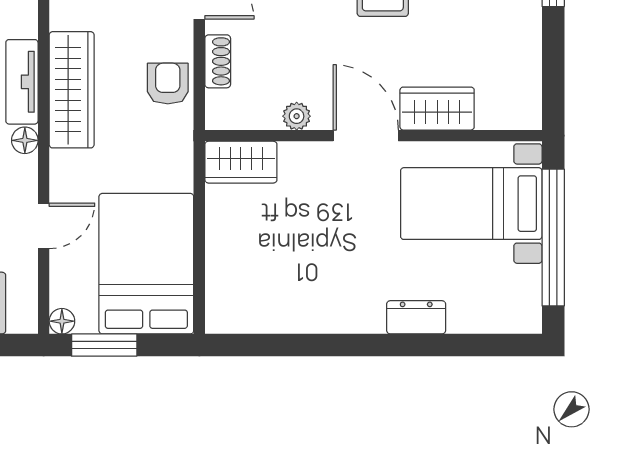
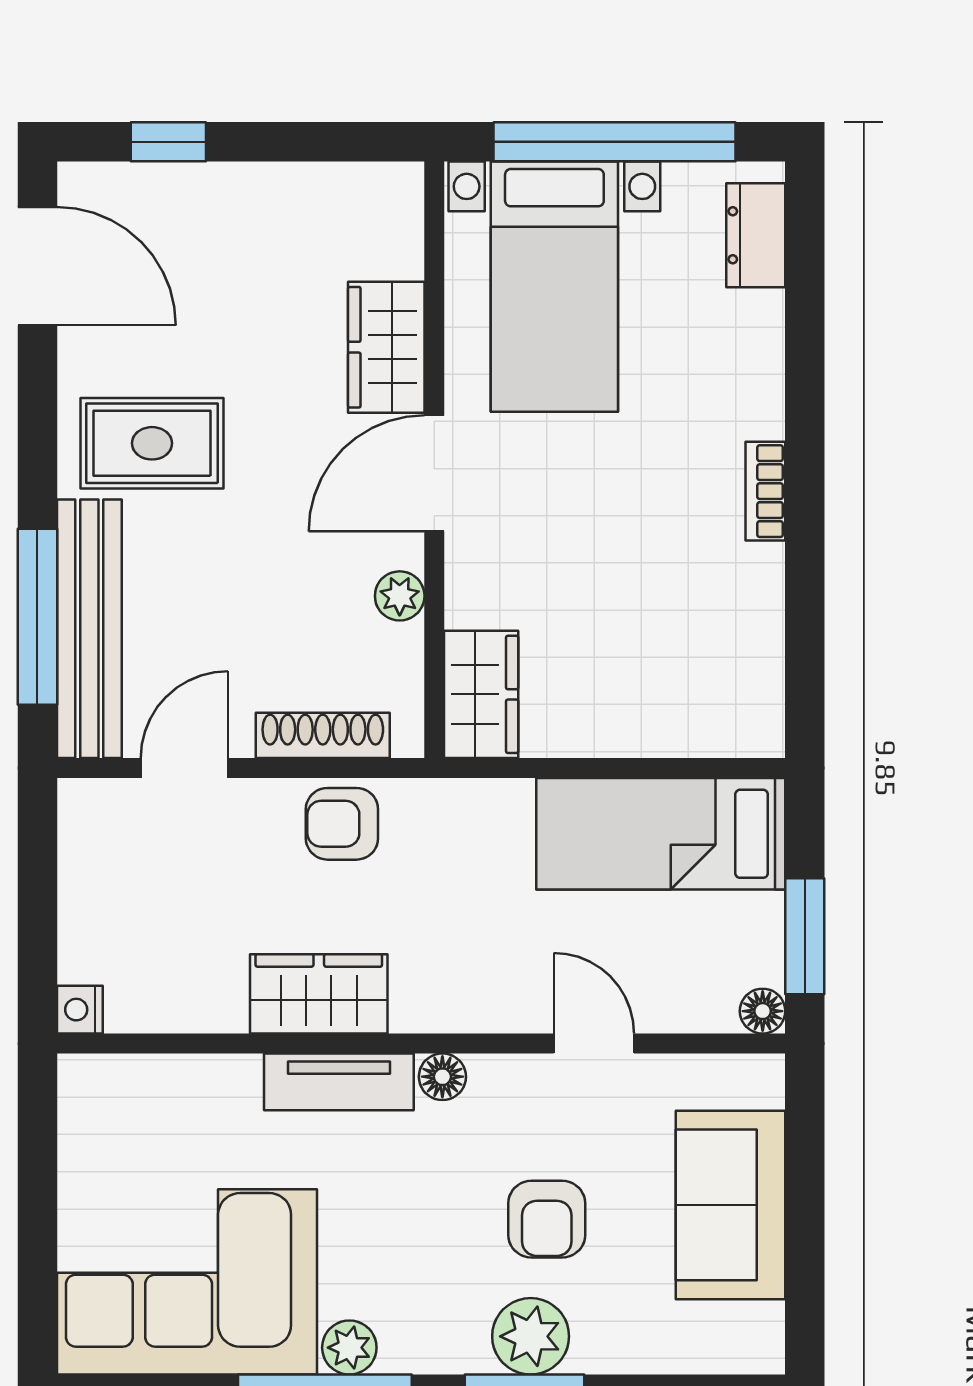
shoe rack: (218, 61) -> (323, 735), width x1.43
wardrobe: (72, 90) -> (319, 994), width x0.67
bed: (146, 264) -> (661, 834), width x0.67
dresser: (416, 317) -> (756, 235), moved
bookcase: (356, 323) -> (765, 491), added

